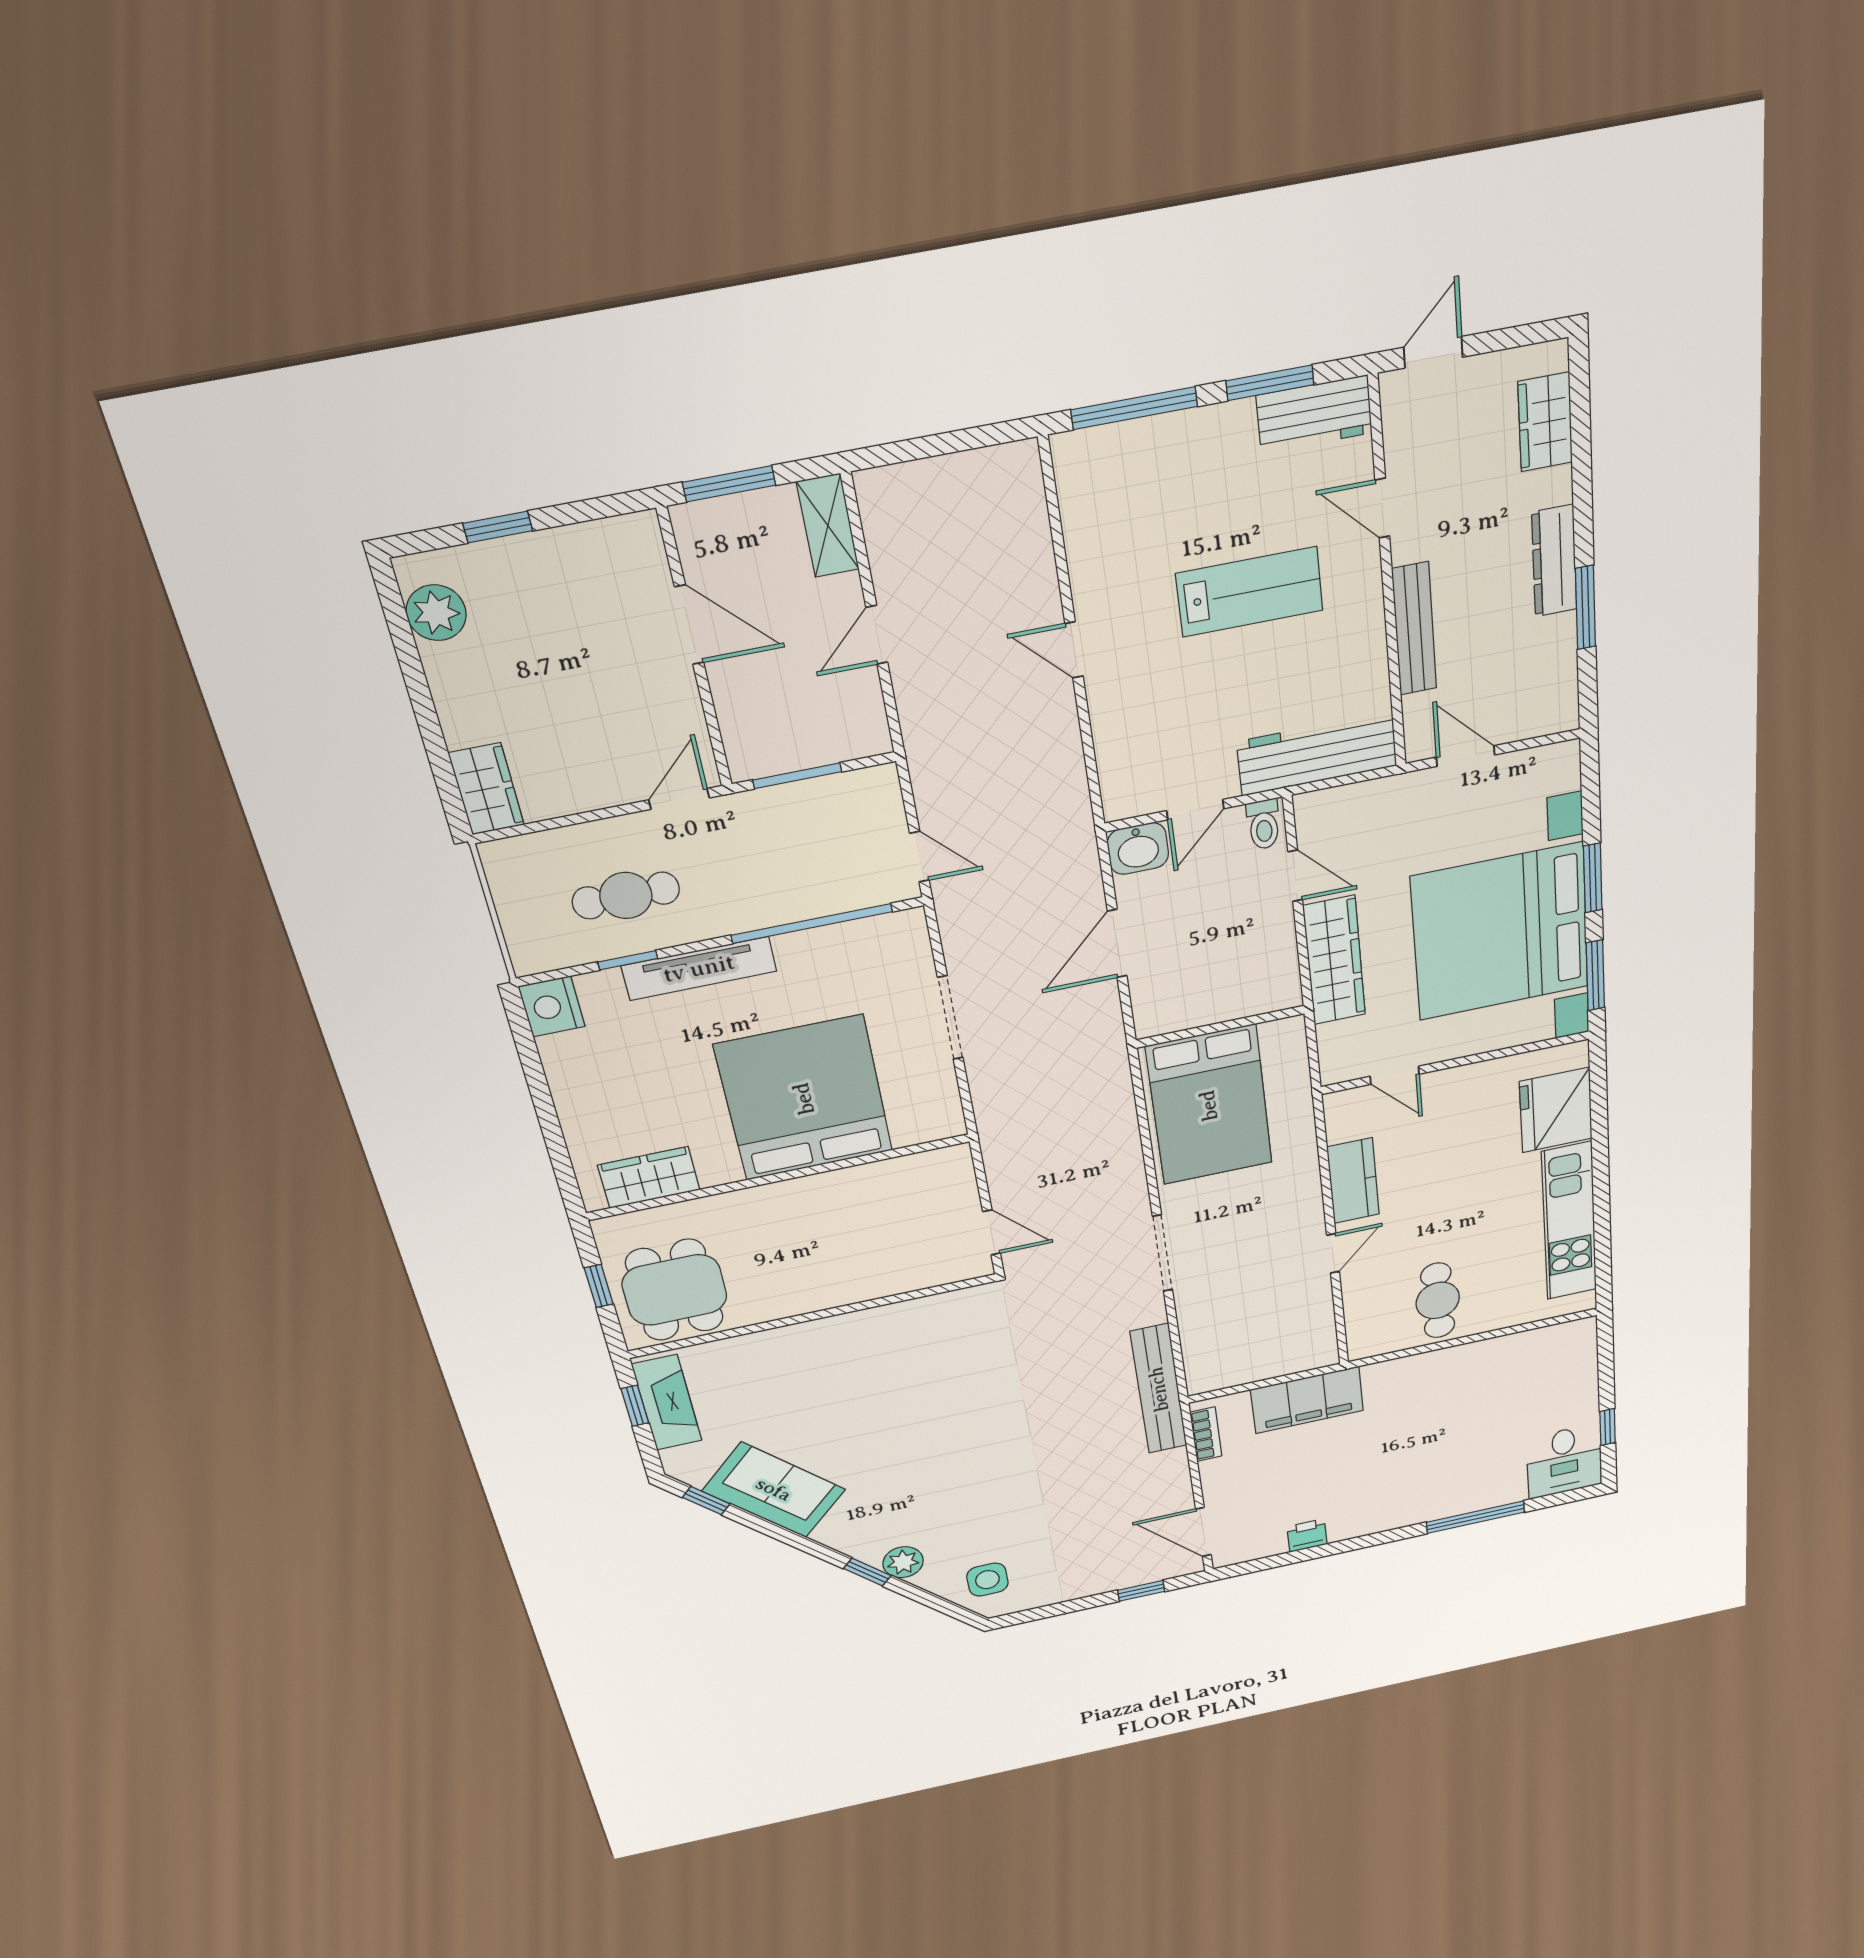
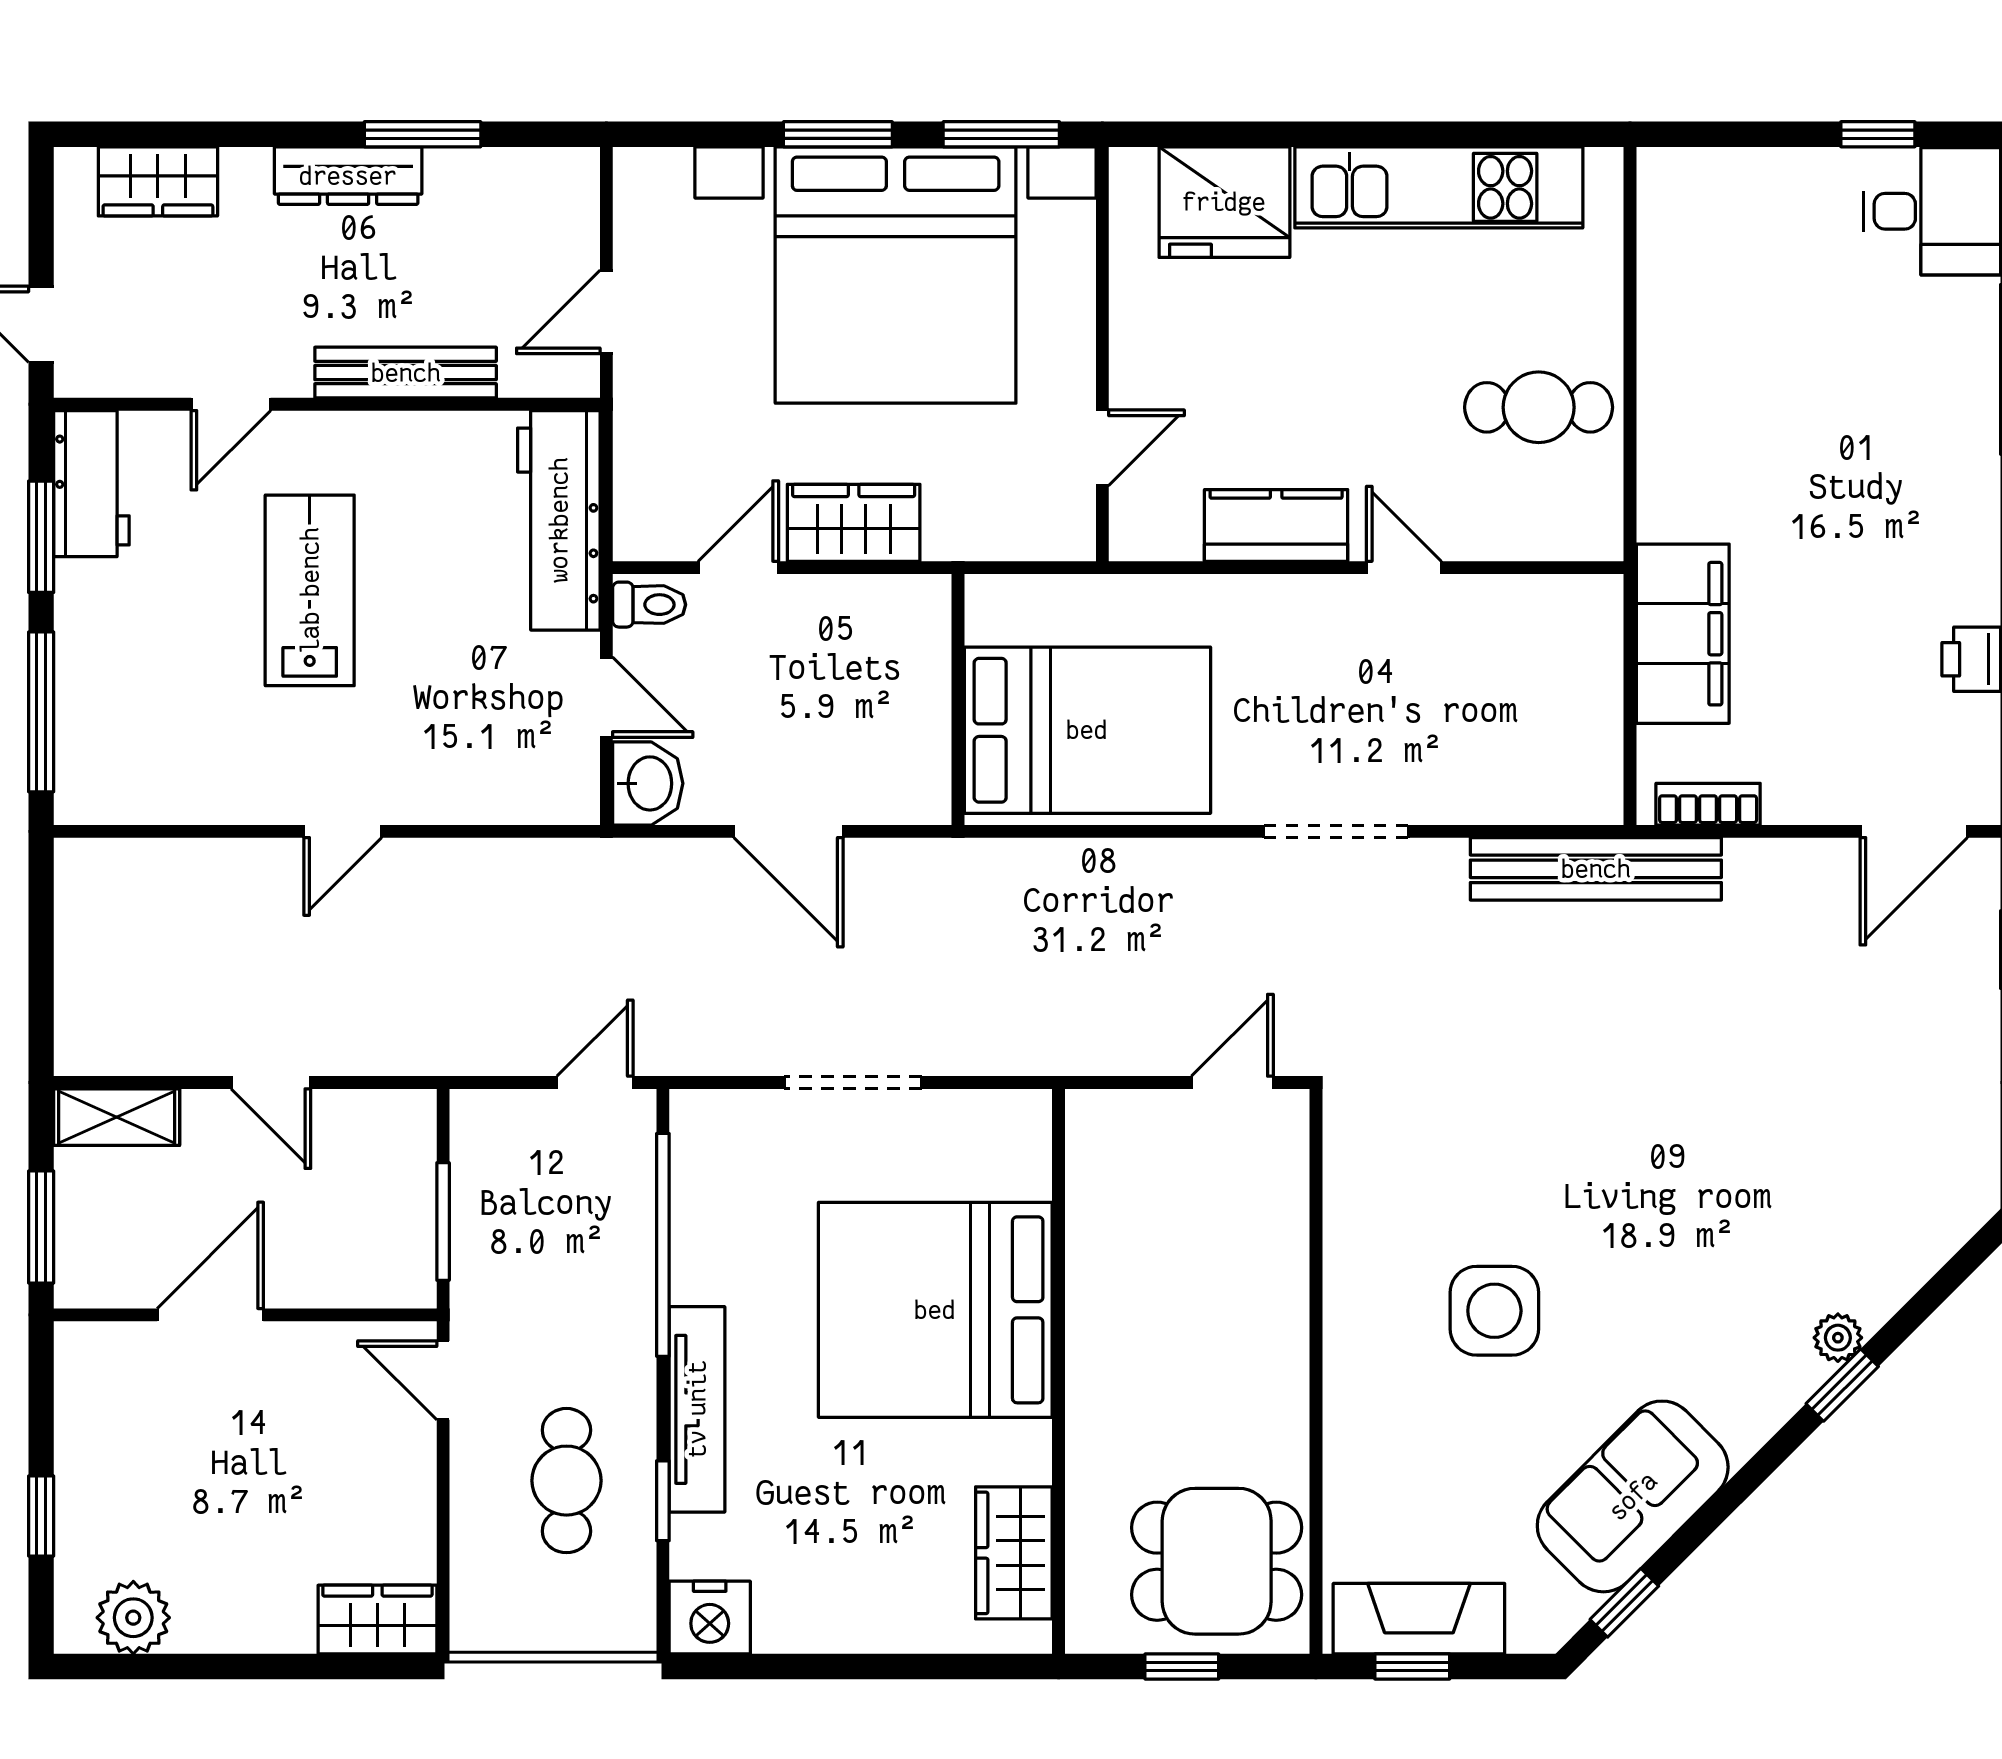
wardrobe: (1334, 960) -> (854, 523), width x0.67
plant: (903, 1562) -> (1838, 1338), width x0.73, depth x0.73
side table: (987, 1580) -> (1494, 1311), moved, width x1.37, depth x1.37

